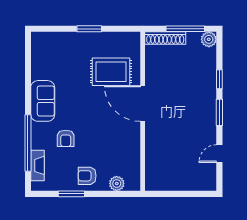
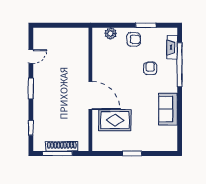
shoe rack: (165, 38) -> (62, 146), moved
plant: (209, 39) -> (39, 145), removed
window: (219, 79) -> (31, 128), moved
sofa: (43, 101) -> (168, 109), moved

